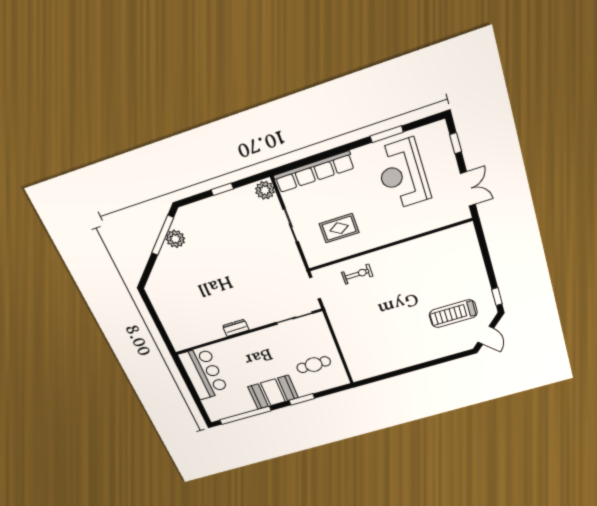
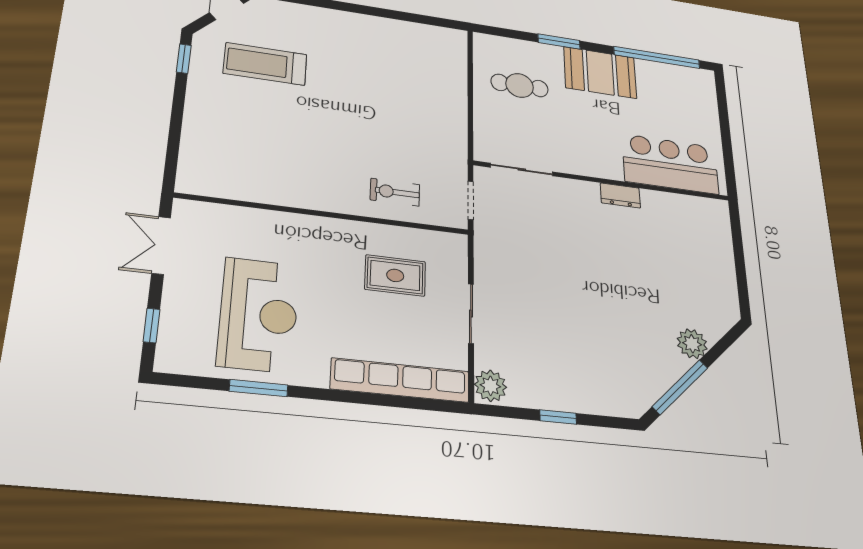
plant: (175, 239) -> (692, 344), moved
treadmill: (453, 314) -> (265, 64), turned 180
bar counter: (203, 373) -> (670, 164), moved, turned 90

